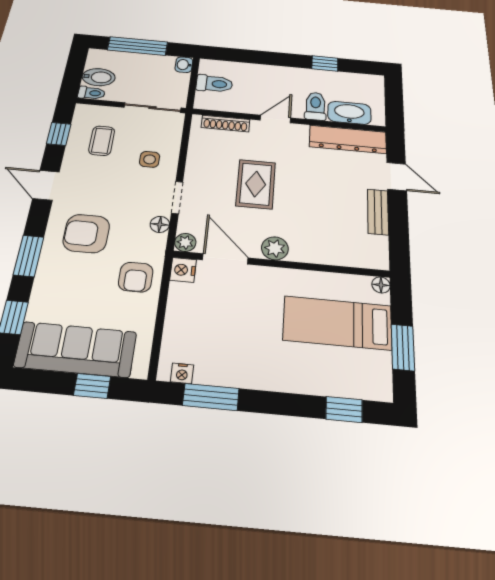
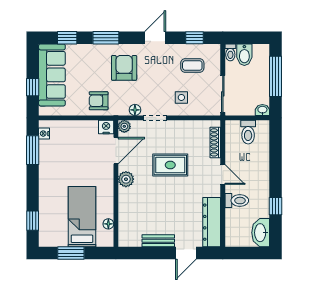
washbasin: (349, 113) -> (261, 233), moved, turned 180
floor lamp: (381, 285) -> (108, 224), moved

